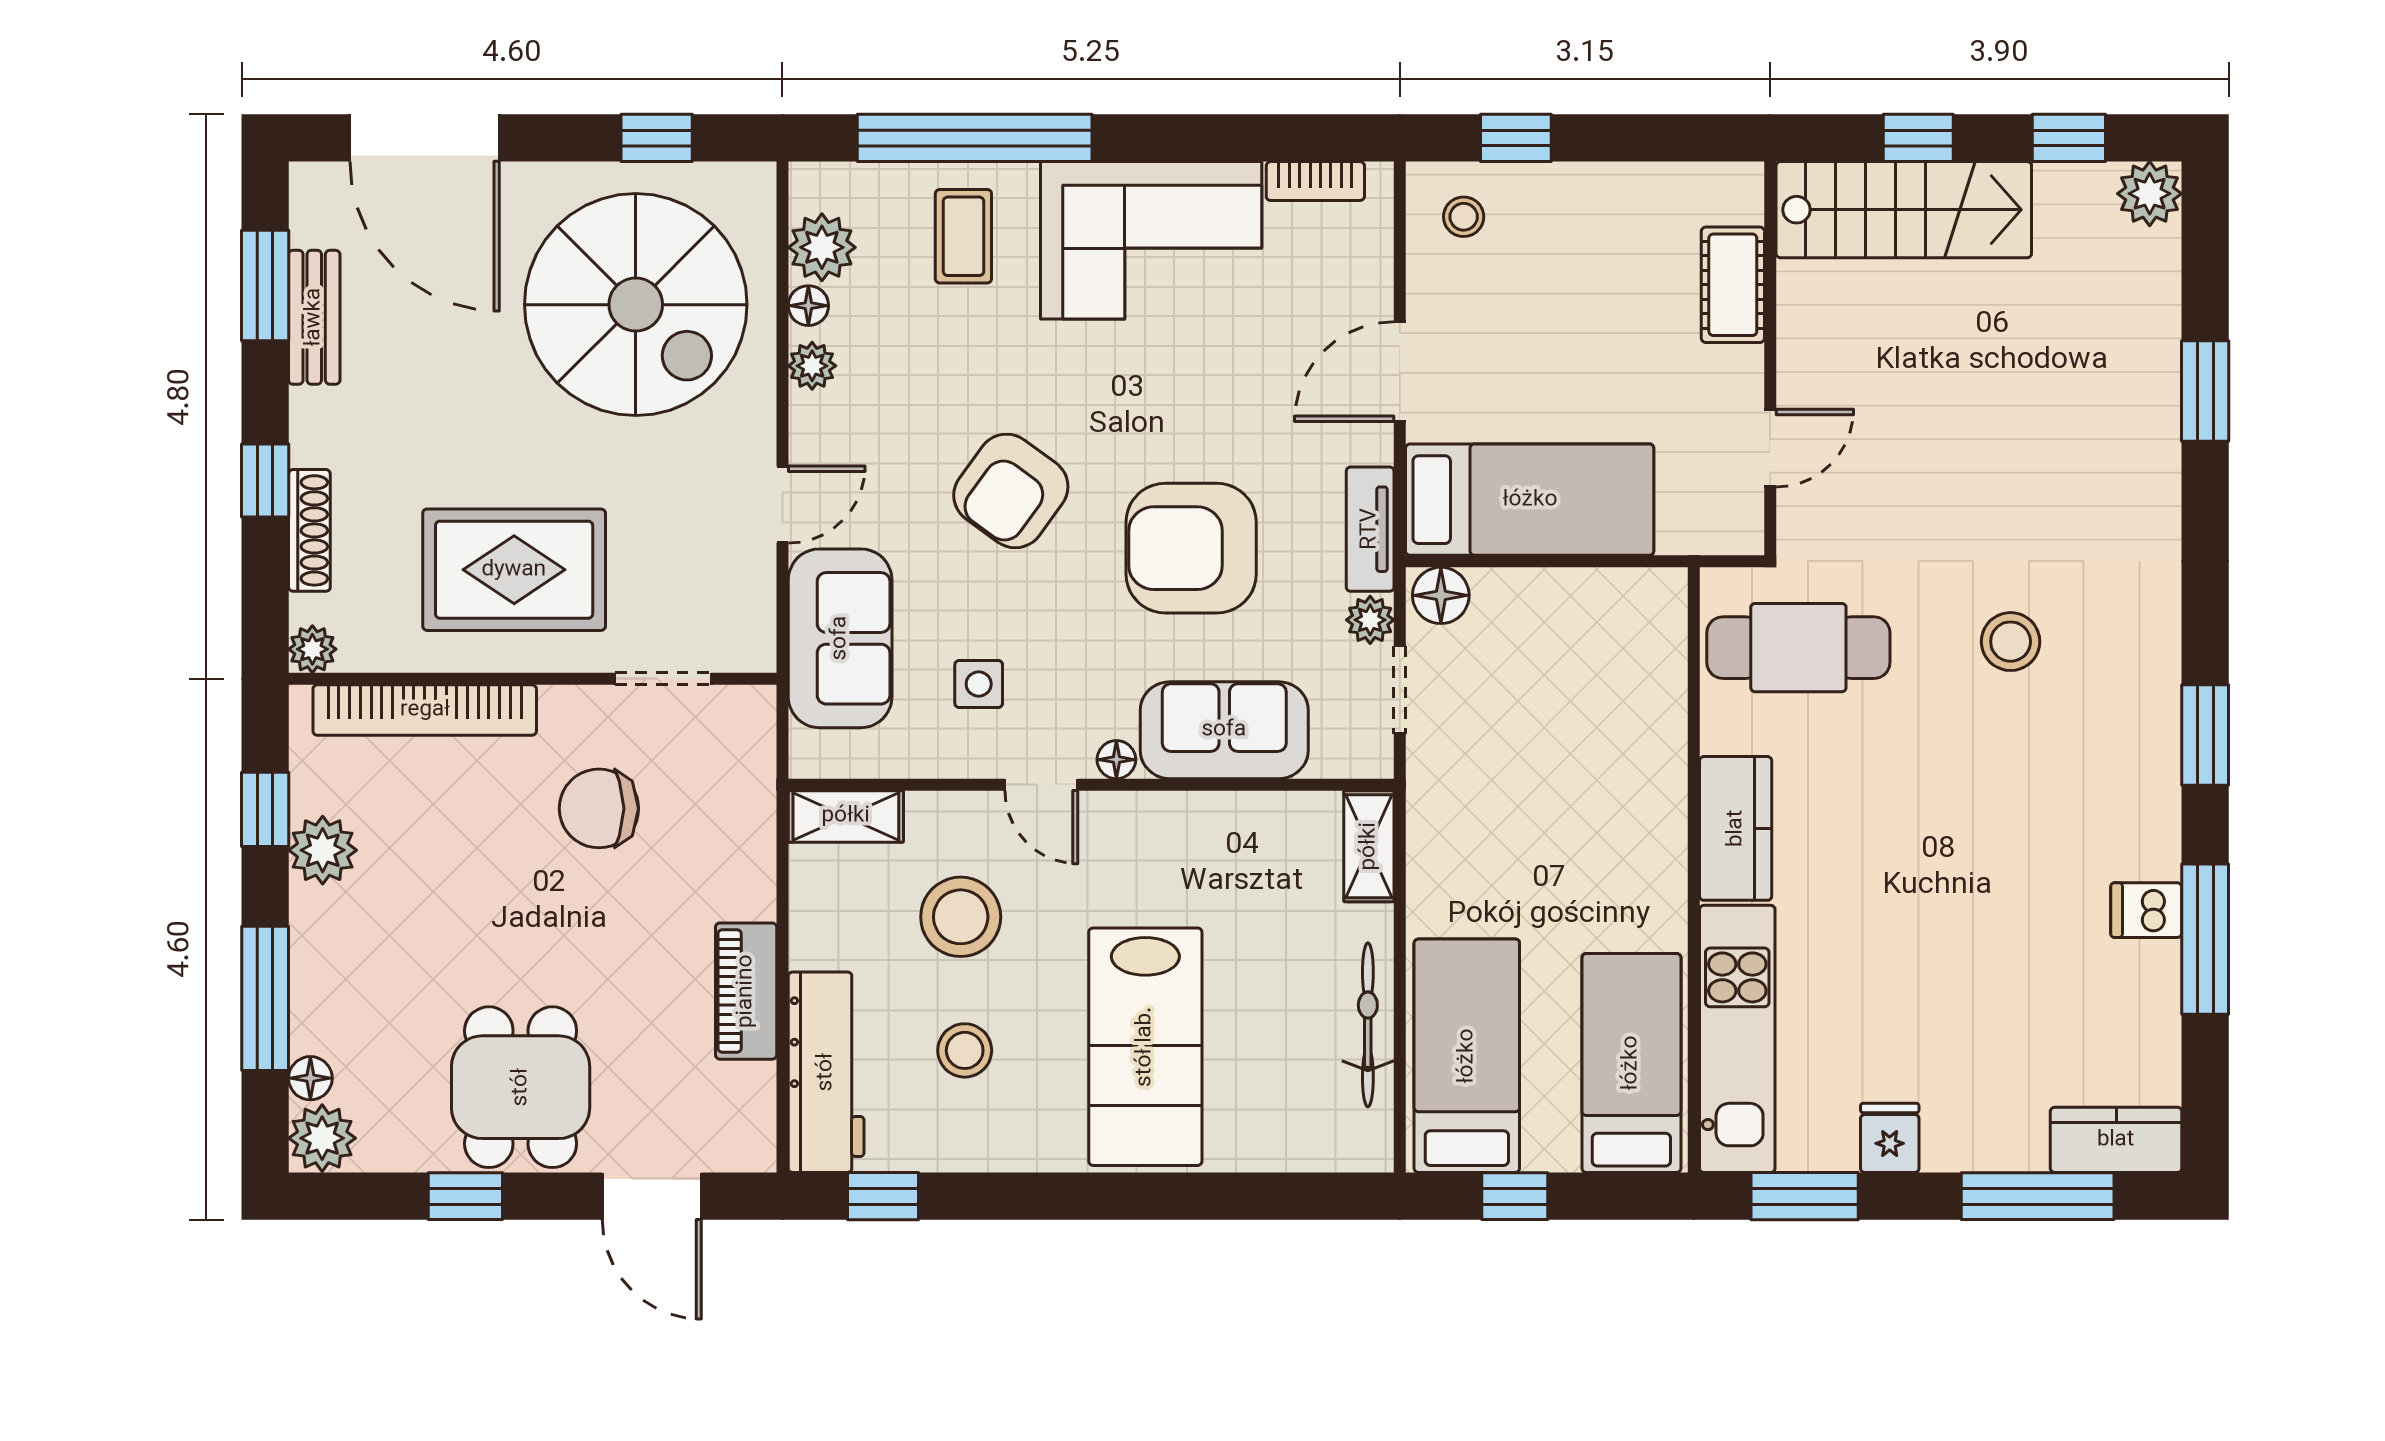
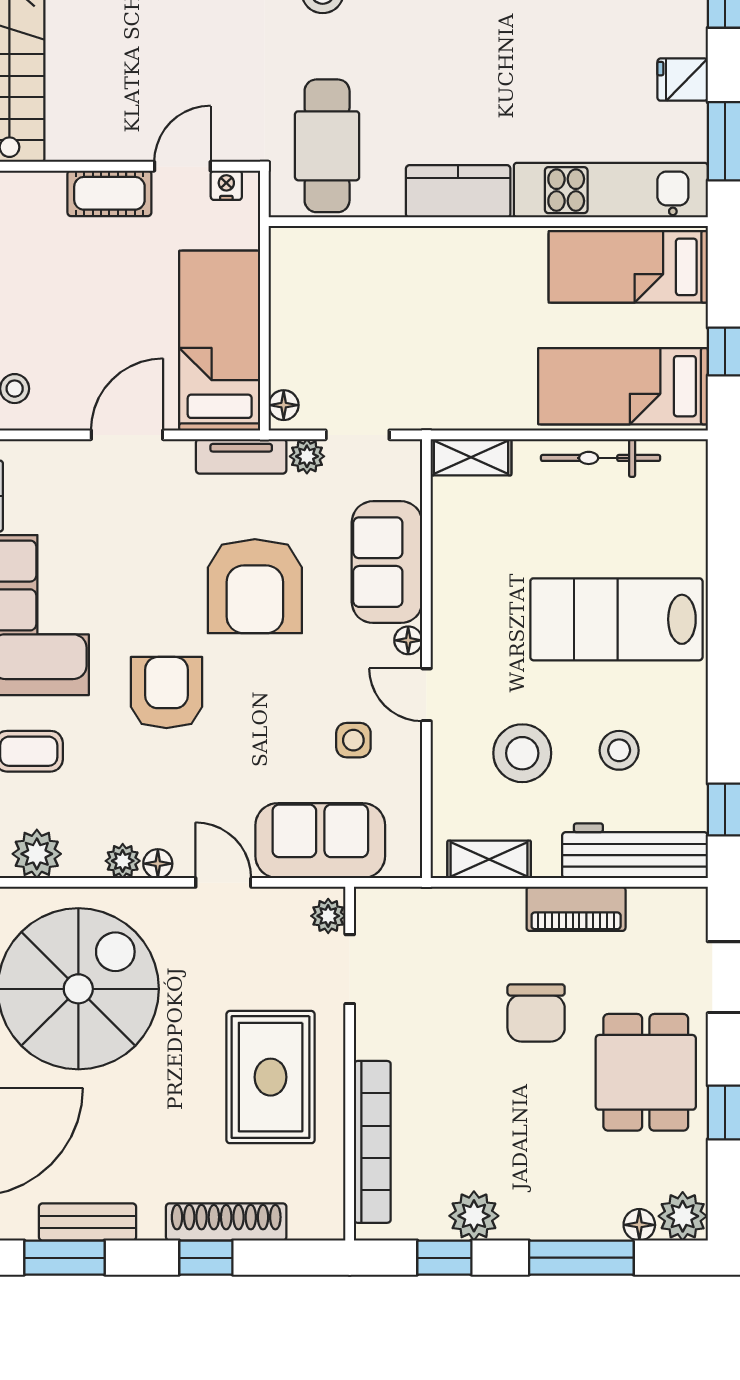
cot: (1733, 285) -> (109, 193), moved
floor lamp: (808, 306) -> (158, 864), moved
door: (1400, 372) -> (127, 435), swing flipped
door: (1770, 448) -> (182, 166), hinge flipped
armchair: (1011, 491) -> (166, 693), moved, turned -126
nightstand: (1744, 509) -> (226, 185), added
shoe rack: (309, 530) -> (226, 1222), width x1.36, depth x1.24
floor lamp: (1441, 595) -> (284, 405), width x0.73, depth x0.73
plant: (312, 649) -> (328, 916), moved
door: (1041, 785) -> (426, 695), swing flipped
chair: (599, 808) -> (536, 1013), moved
shelving: (846, 816) -> (489, 859), moved, turned 90
lab bench: (1145, 1047) -> (616, 619), turned 180
dining table: (521, 1087) -> (646, 1072), turned 90

